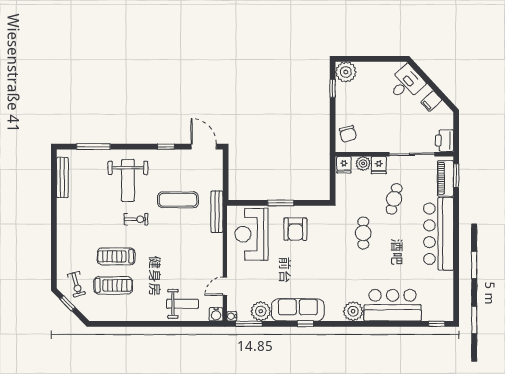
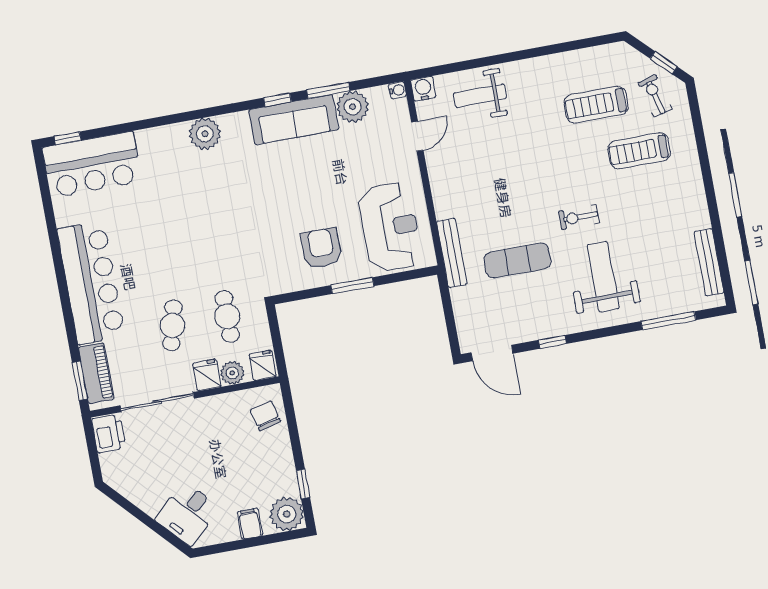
filing cabinet: (431, 101) -> (250, 524), moved, turned -47
cafe table: (363, 233) -> (227, 316), moved
treadmill: (116, 256) -> (639, 151), moved, turned 180
bar counter: (393, 305) -> (92, 165), moved
window: (249, 324) -> (328, 90), moved

